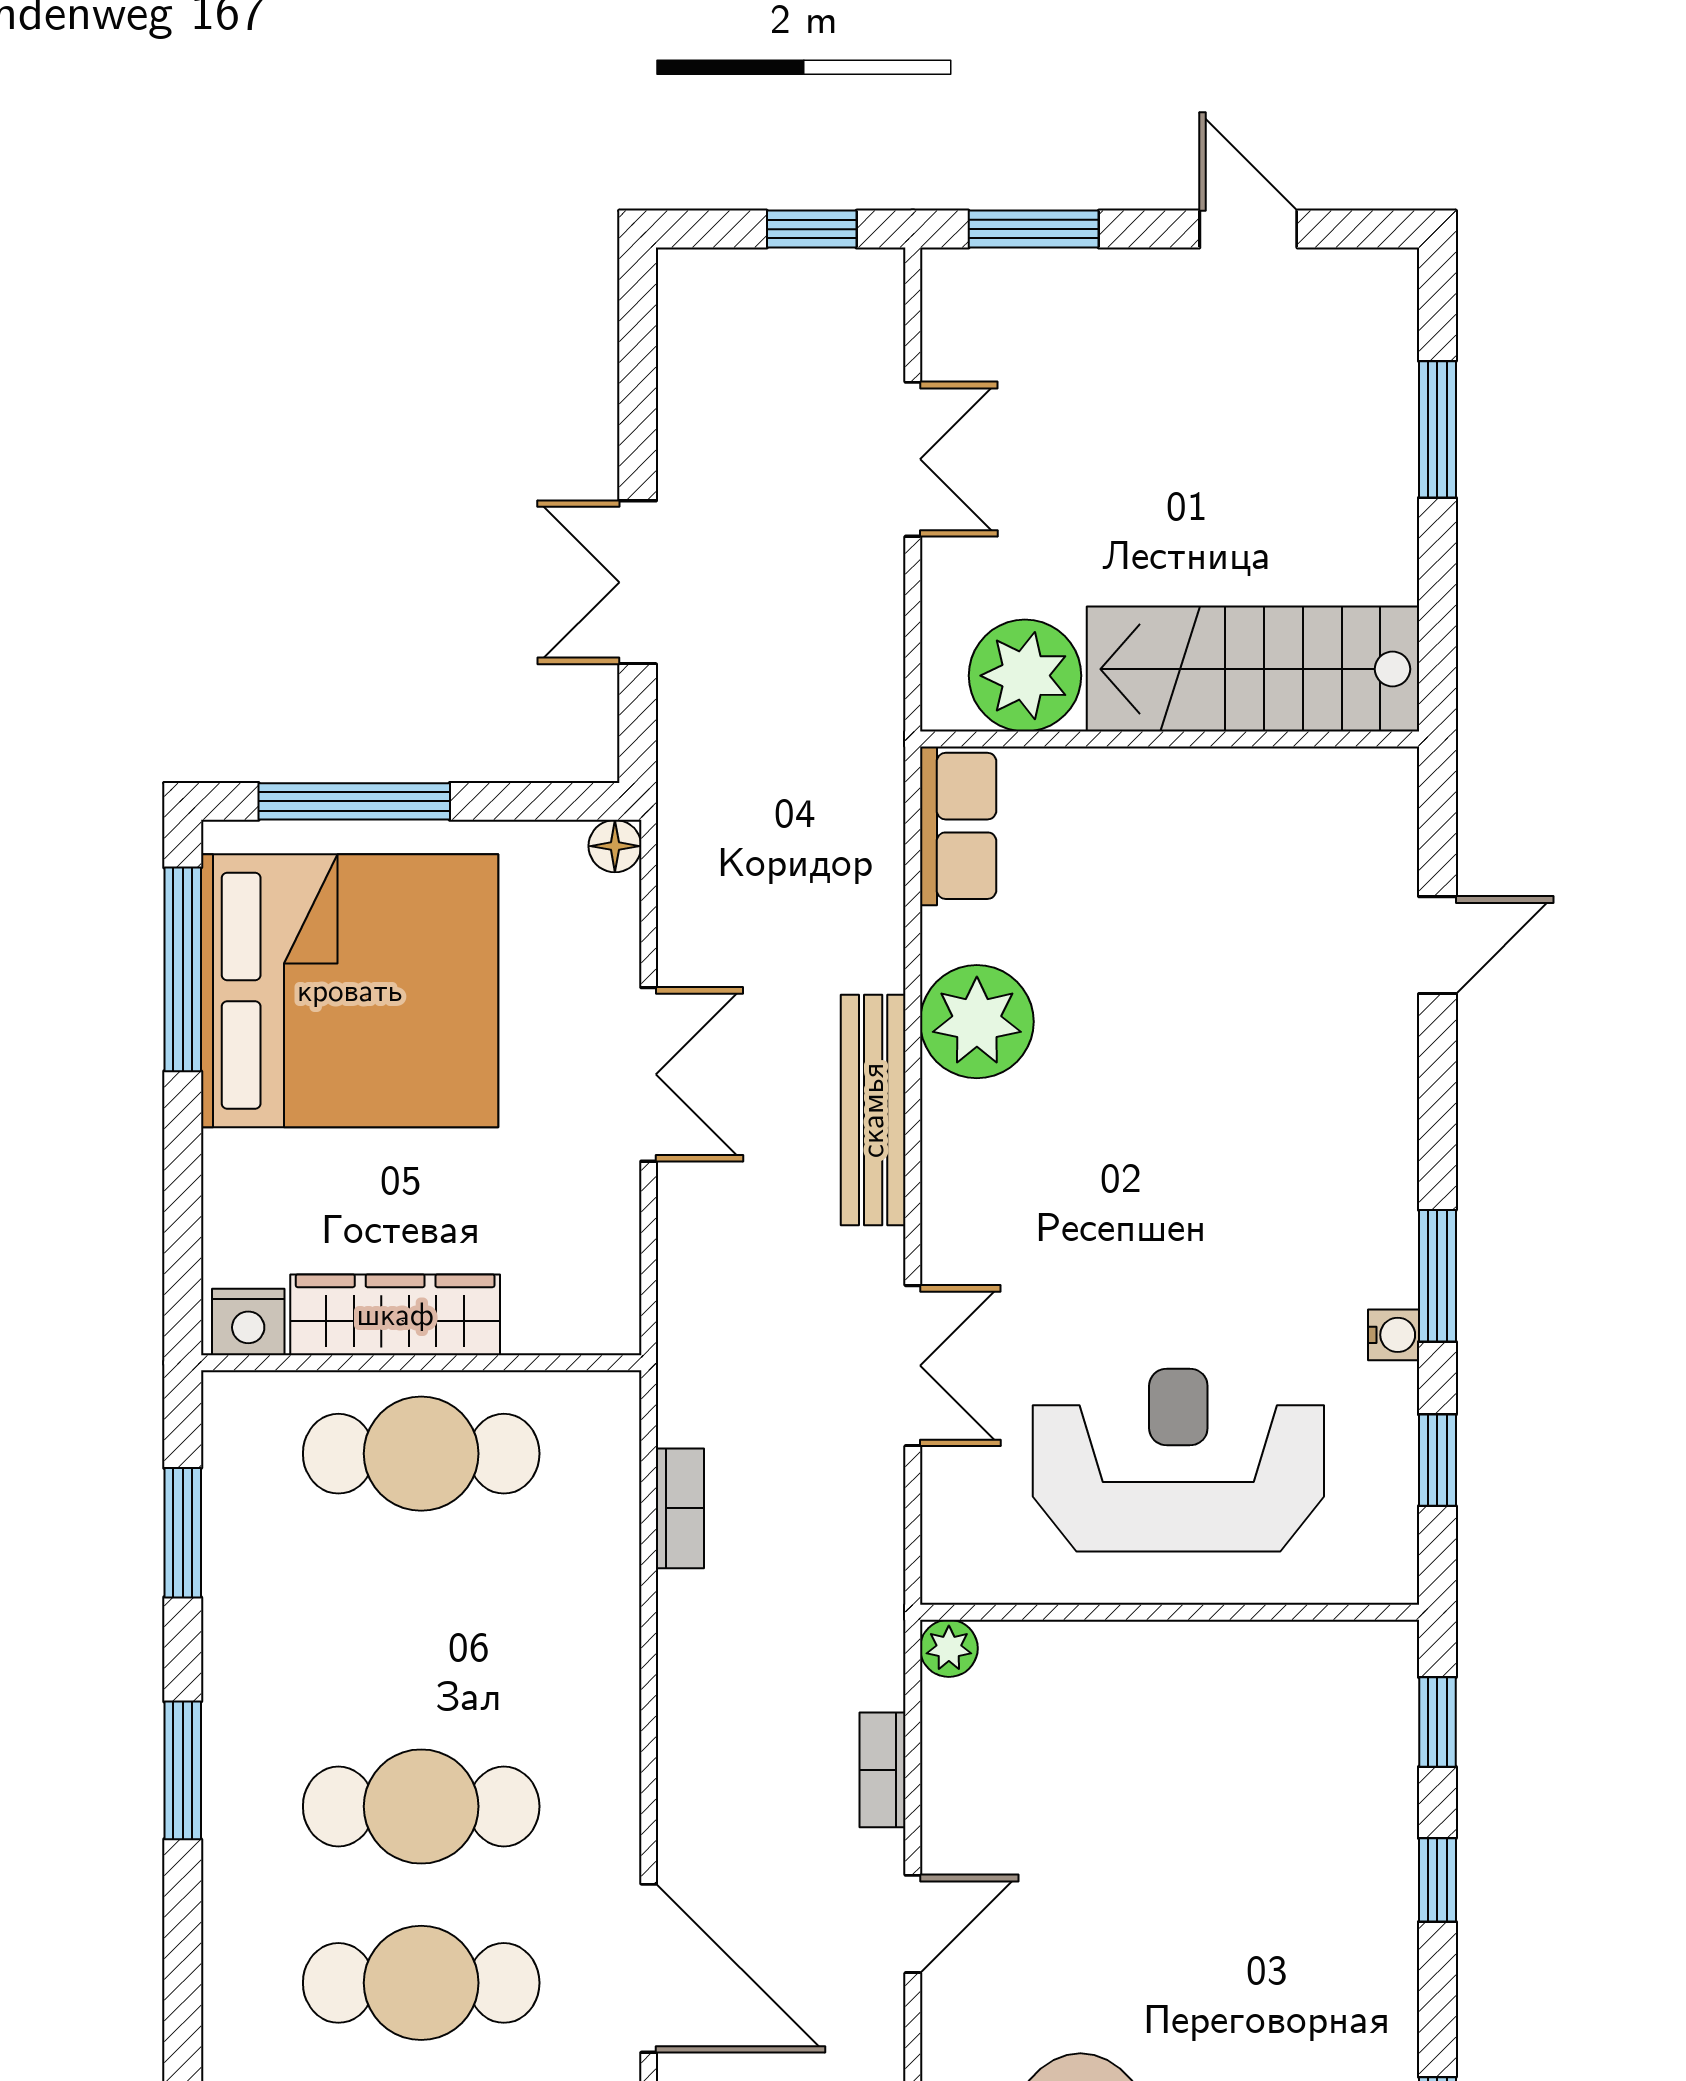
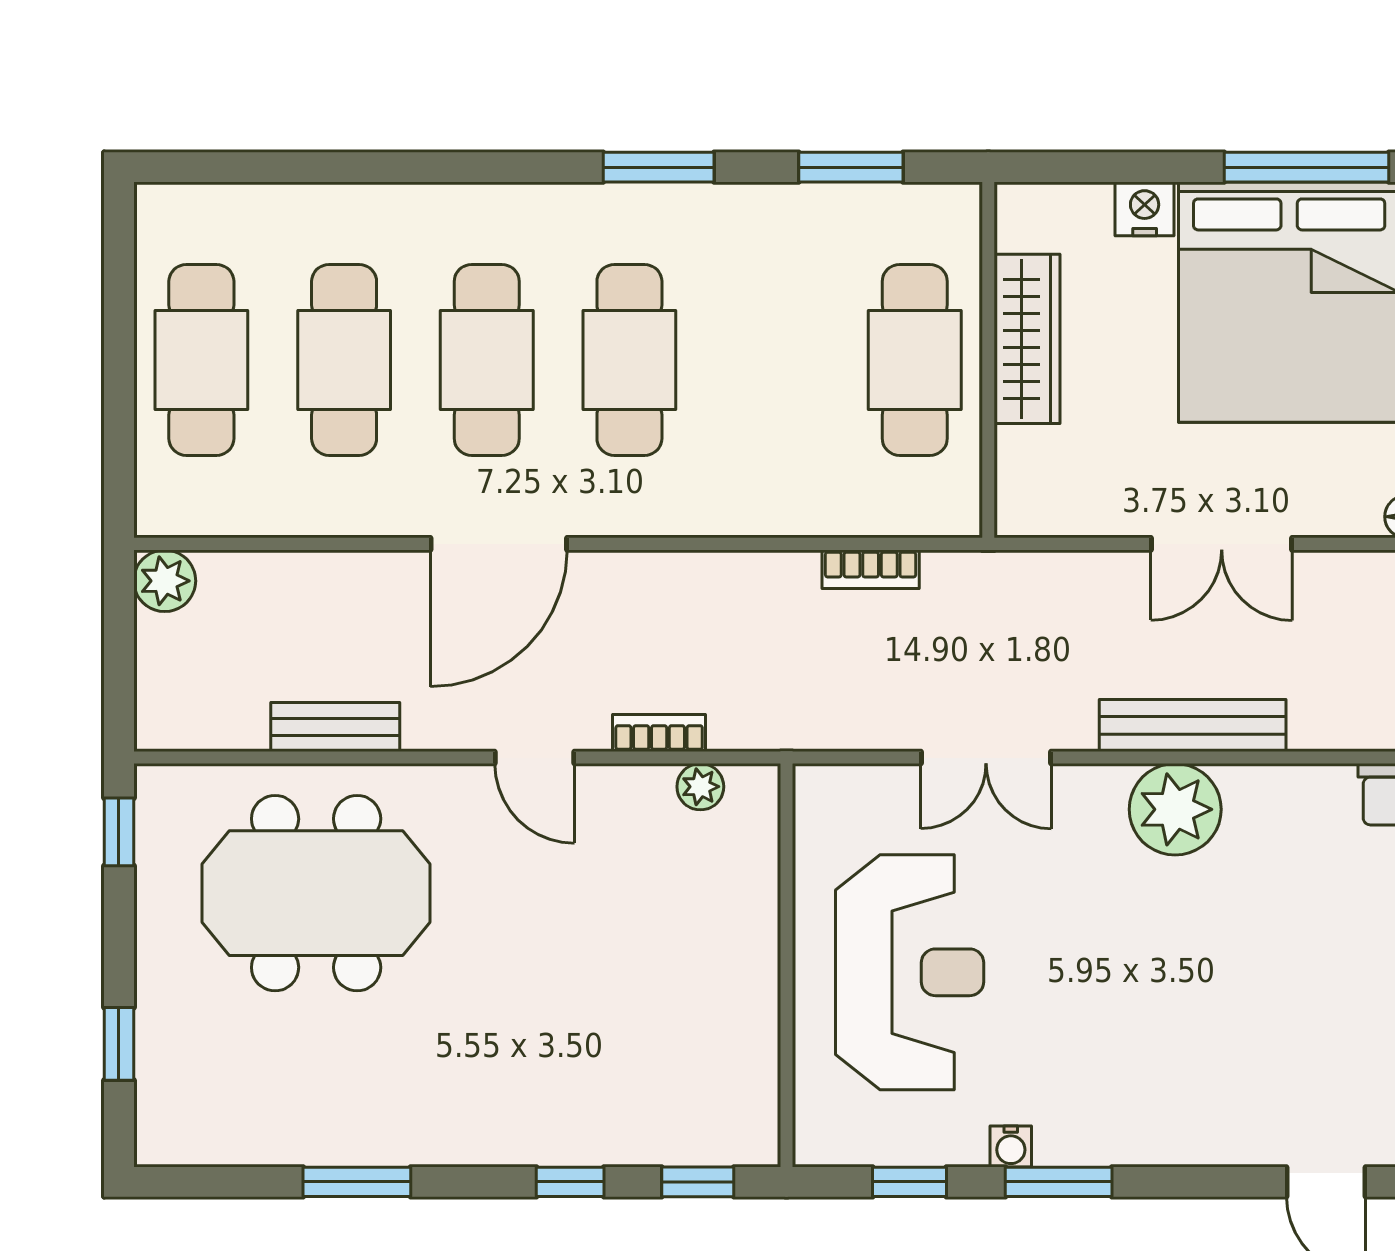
plant: (977, 1022) -> (1175, 809), moved
nightstand: (248, 1322) -> (1145, 209), moved, turned 90
plant: (949, 1648) -> (700, 787), moved

